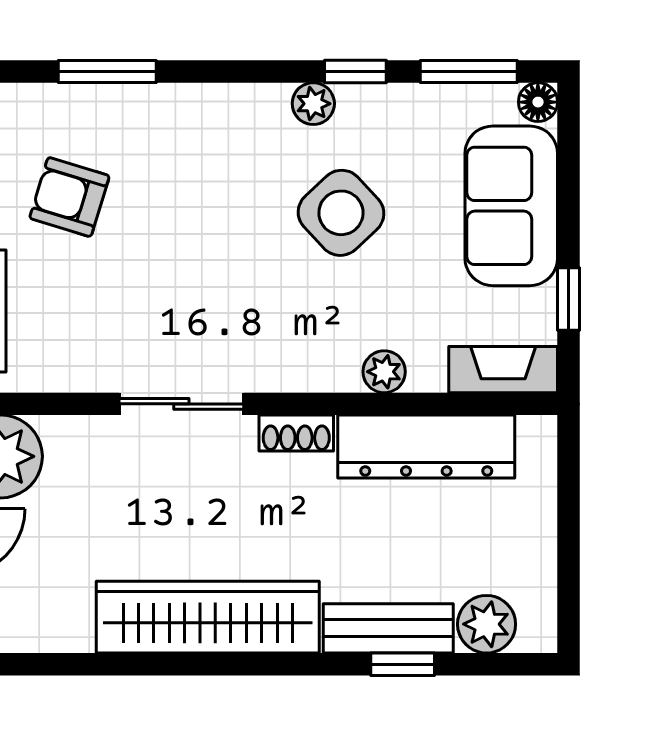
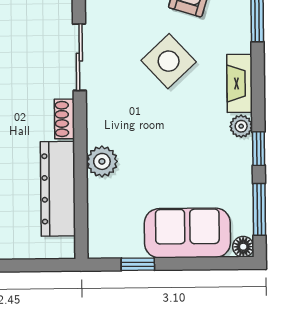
side table: (341, 213) -> (169, 61), moved
fireplace: (503, 370) -> (240, 83), moved, turned 180
plant: (384, 372) -> (102, 161), width x1.38, depth x1.38

